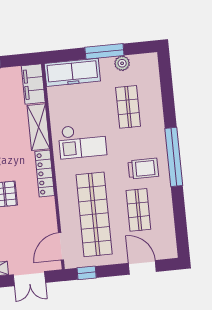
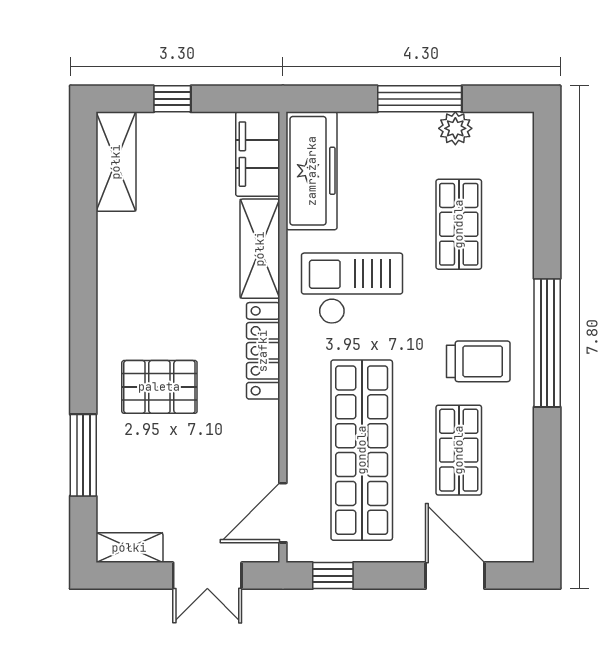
freezer: (72, 72) -> (312, 171), moved, turned -90
checkout: (82, 141) -> (352, 288), turned 180

